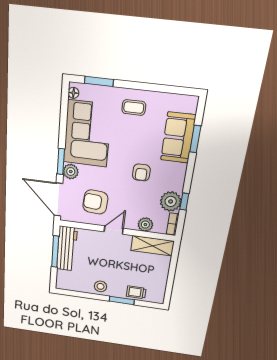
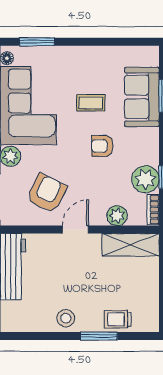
coffee table: (134, 107) -> (91, 103), moved
armchair: (141, 172) -> (102, 146), turned 90
armchair: (95, 202) -> (47, 193), turned 112

